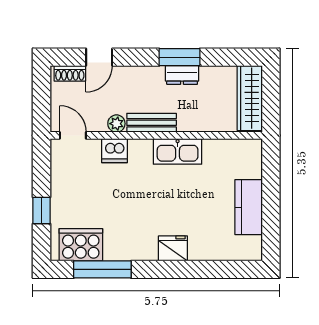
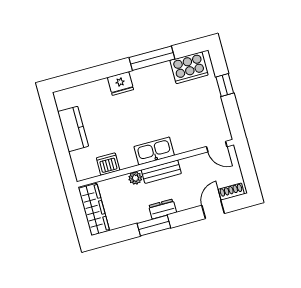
dresser: (182, 75) -> (162, 209), moved
plant: (116, 124) -> (135, 178), moved
dishwasher: (114, 151) -> (108, 164), moved
kitchen sink: (178, 151) -> (154, 151), moved
window: (102, 269) -> (152, 58), moved

